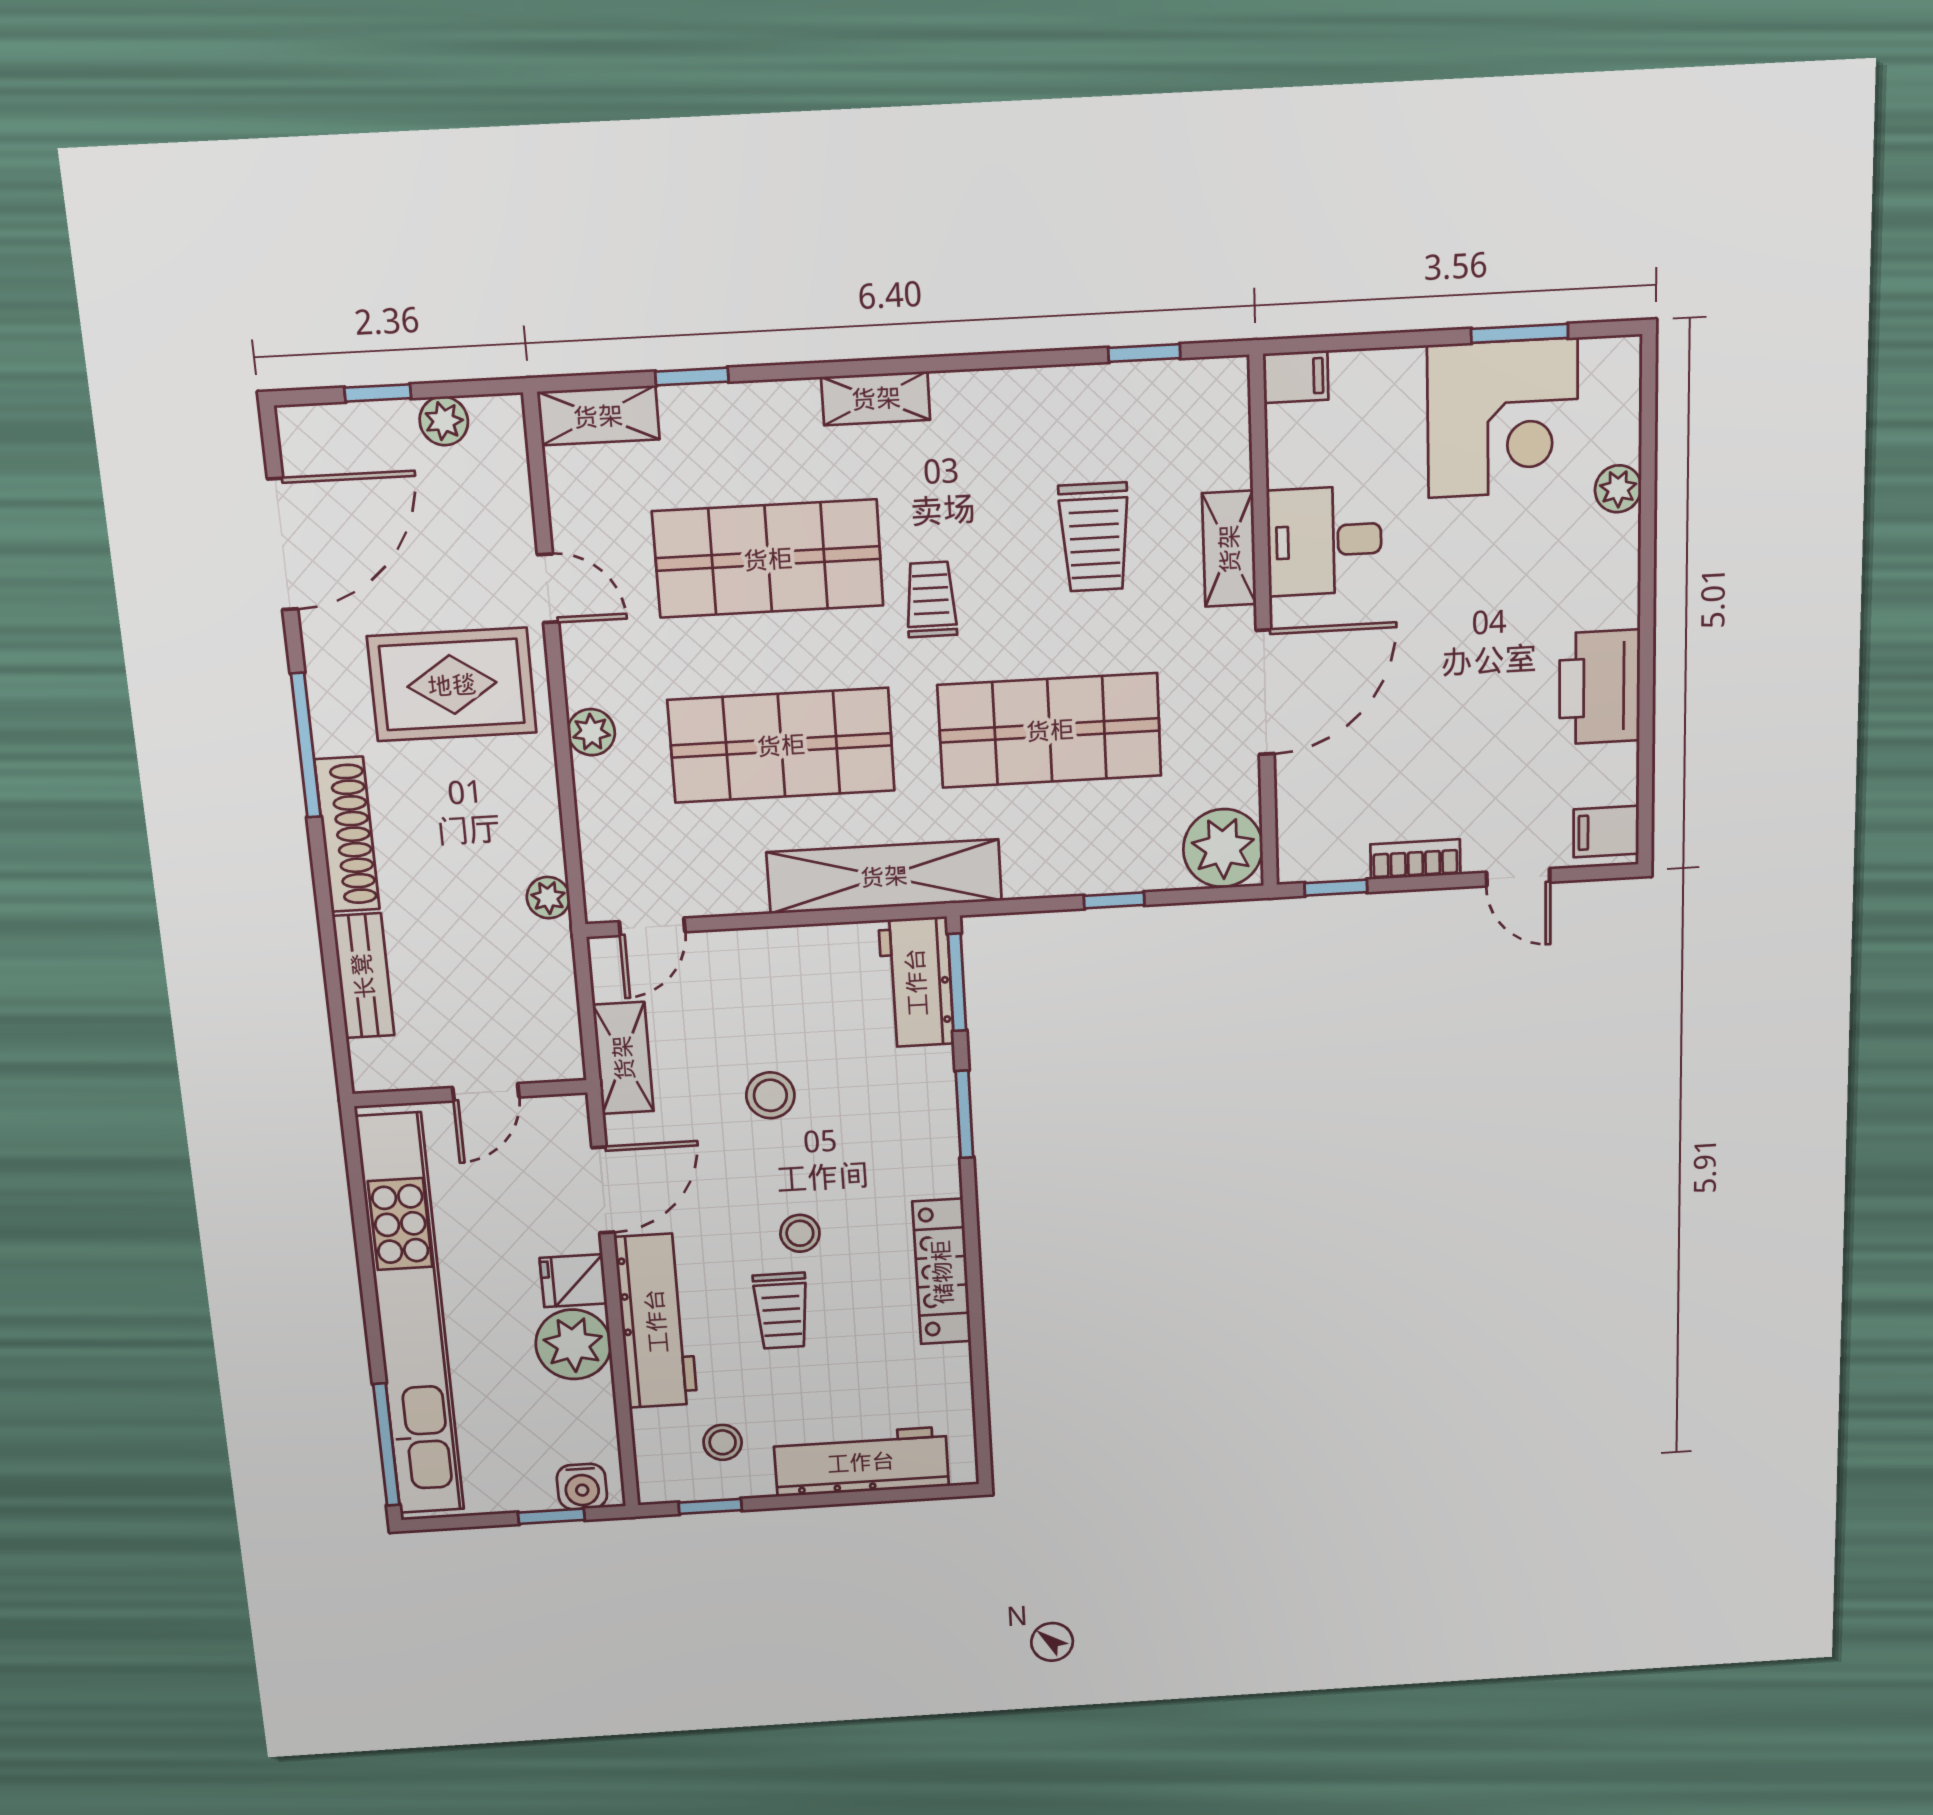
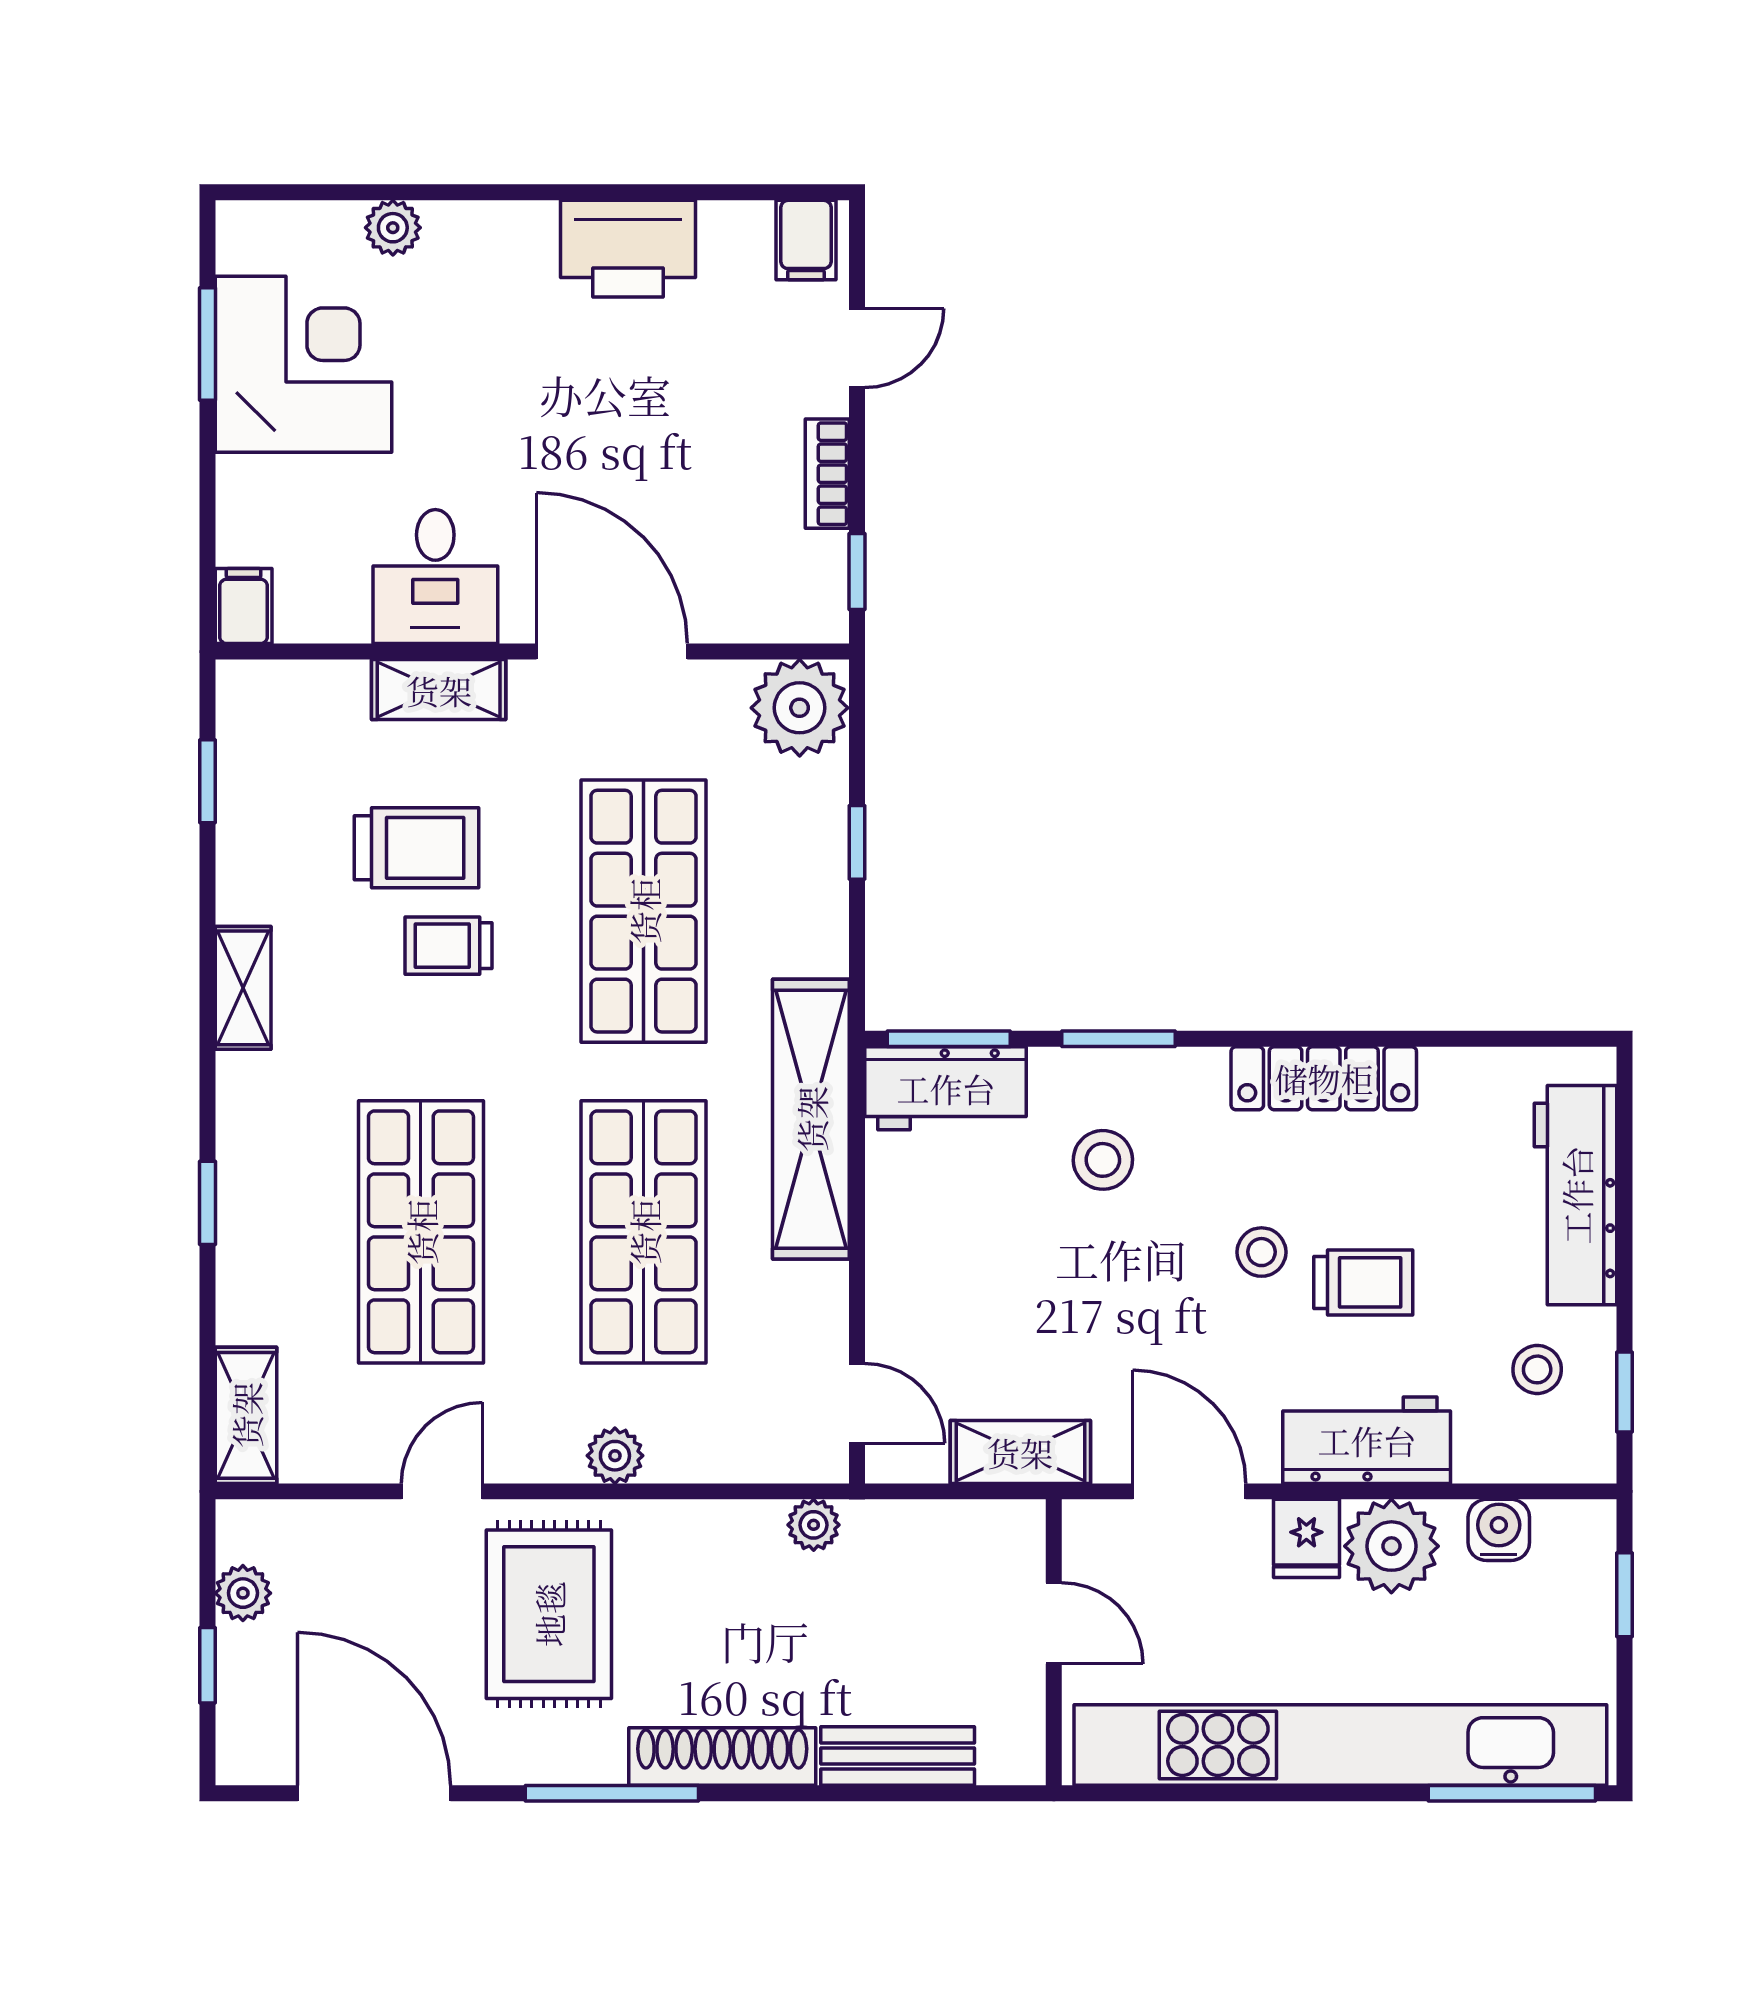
window: (692, 377) -> (207, 1203), moved
shelving: (876, 398) -> (243, 988), moved
trolley: (931, 599) -> (448, 946), moved
stool: (770, 1095) -> (1103, 1160), moved
workbench: (656, 1321) -> (1367, 1440), width x0.73
water cooler: (582, 1487) -> (1499, 1530), moved, turned -90

